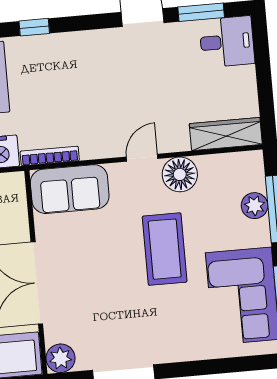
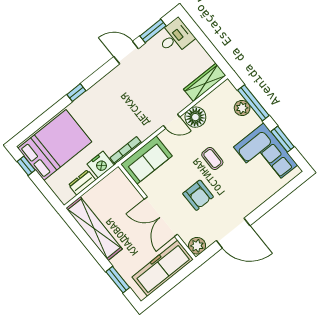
door: (142, 158) -> (172, 121), swing flipped
coffee table: (165, 249) -> (212, 158), width x0.54, depth x0.58
armchair: (110, 288) -> (198, 195), added

